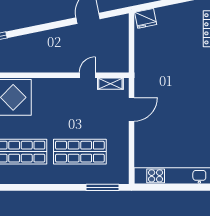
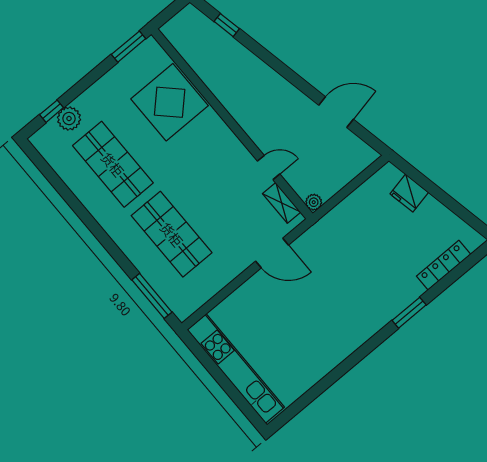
fridge: (146, 18) -> (409, 193), moved
plant: (124, 67) -> (314, 202), added

